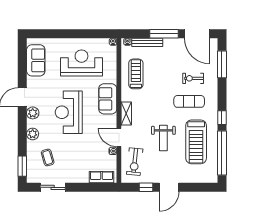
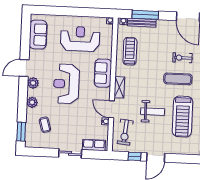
window: (164, 34) -> (145, 15), moved
weight bench: (163, 138) -> (153, 112), turned -90
sliding door: (53, 187) -> (70, 153), moved

